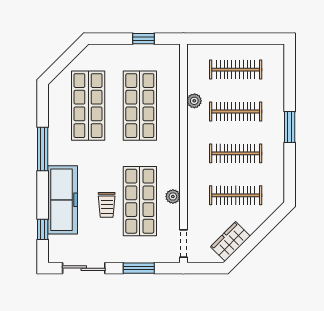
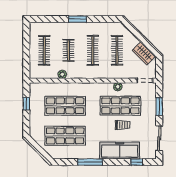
clothes rail: (236, 111) -> (68, 50), width x0.73

